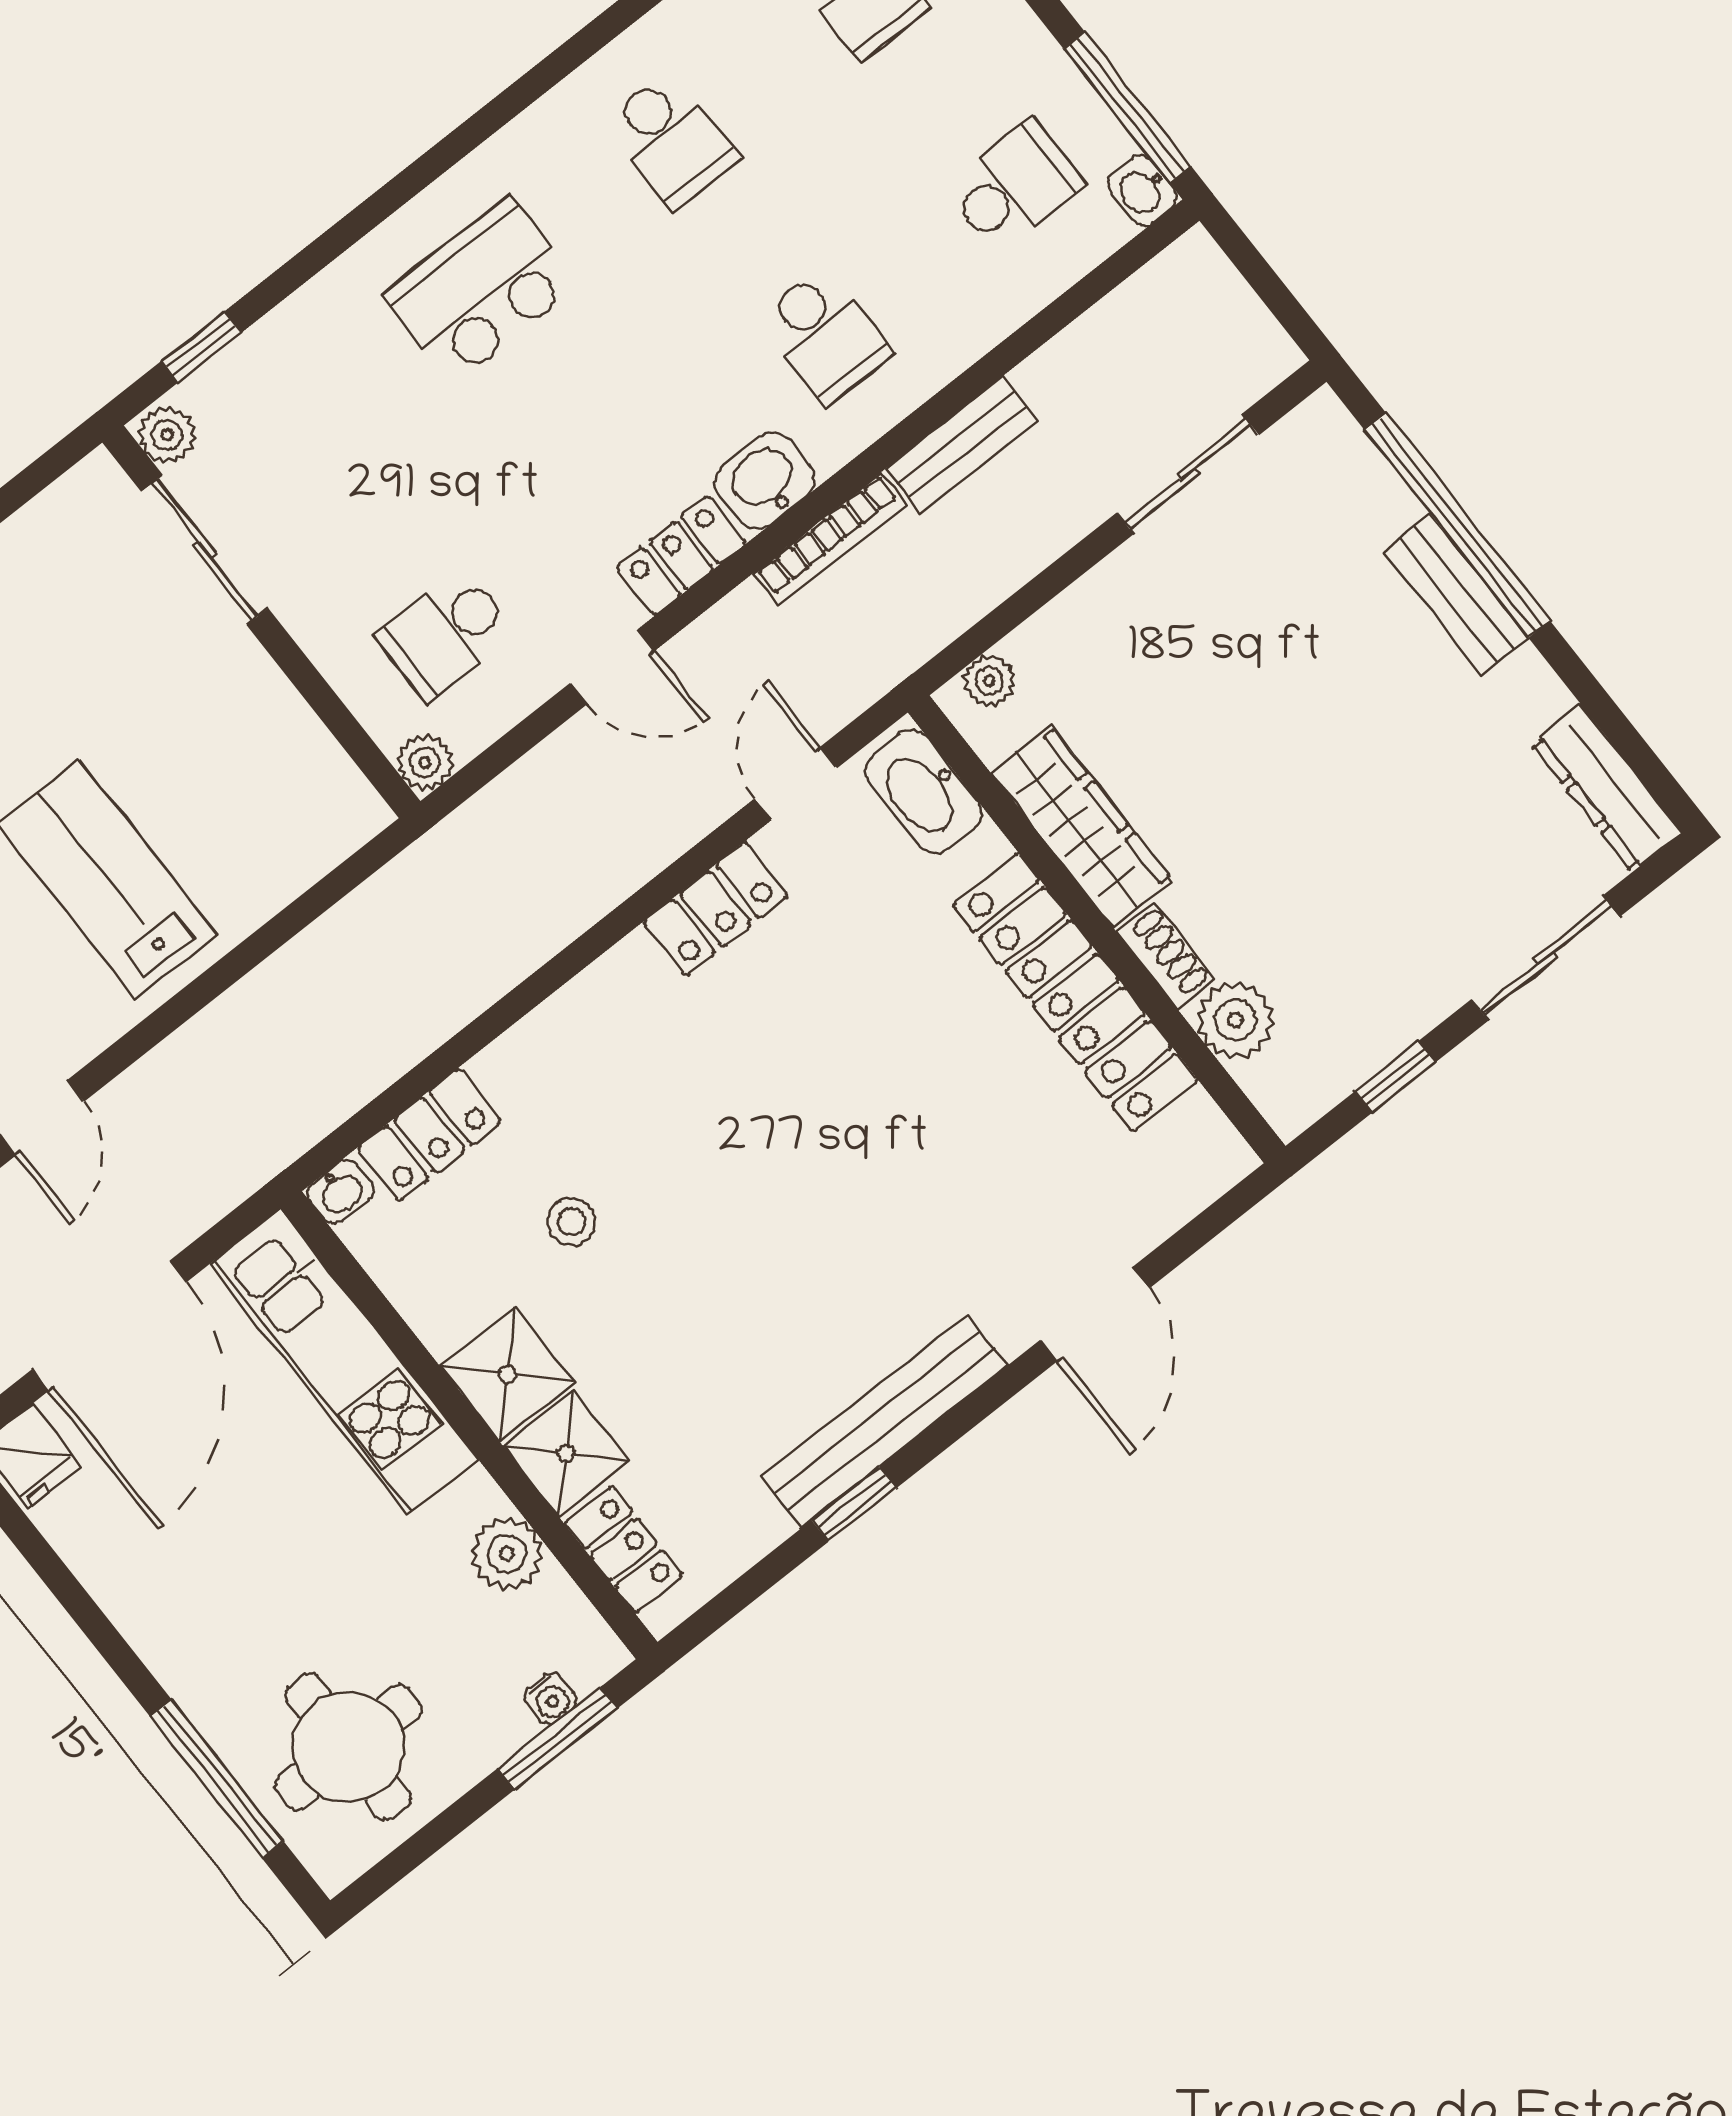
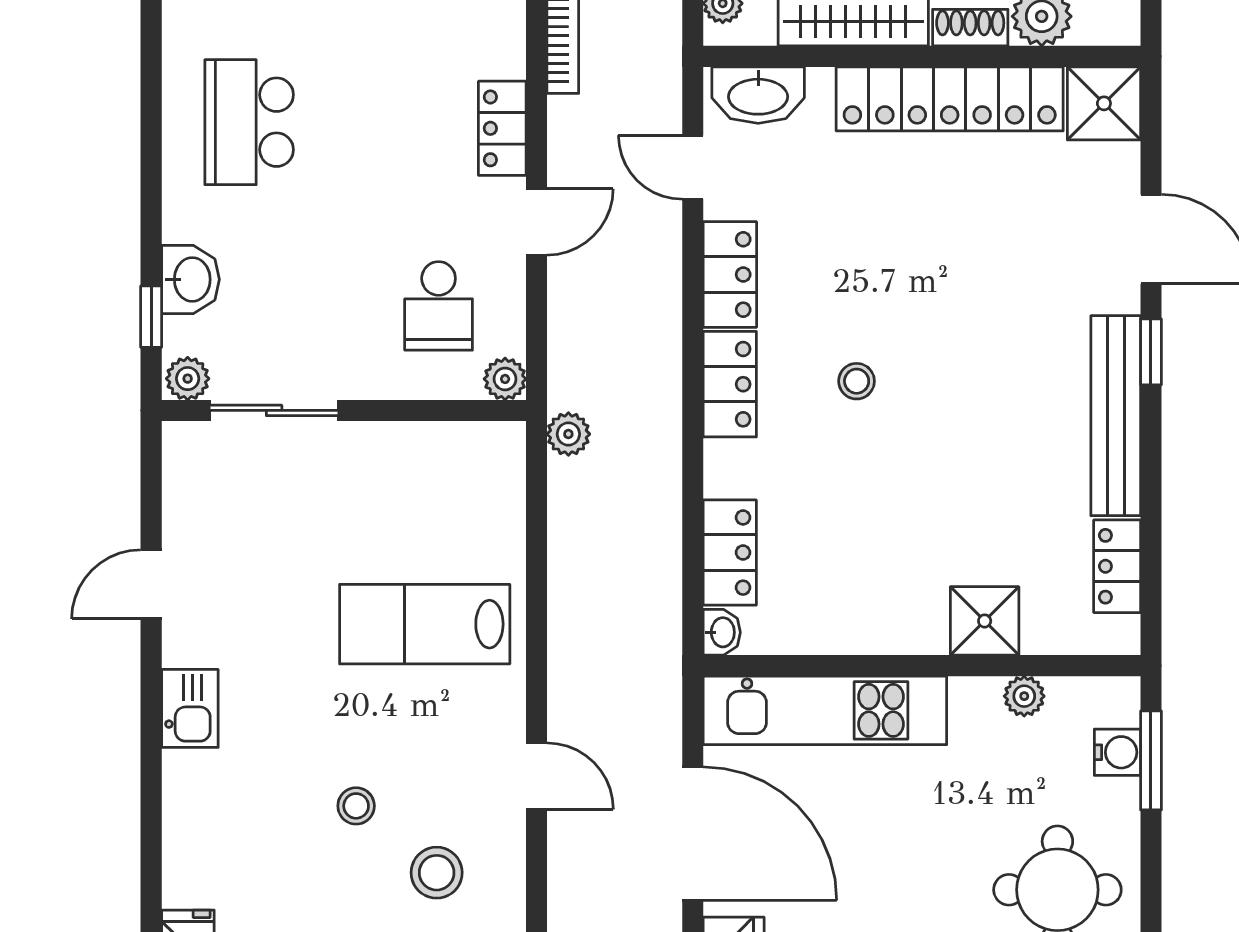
washbasin: (765, 481) -> (191, 279), moved, turned 180
plant: (420, 872) -> (568, 434), added
locker: (603, 998) -> (730, 384), added
stool: (571, 1222) -> (857, 381), moved
shower: (507, 1374) -> (1104, 103), moved
window: (854, 1504) -> (1151, 352), moved
locker: (624, 1550) -> (1117, 566), moved, turned -90
plant: (507, 1554) -> (1024, 696), width x0.73, depth x0.73
water cooler: (551, 1698) -> (1117, 752), width x1.38, depth x1.38

